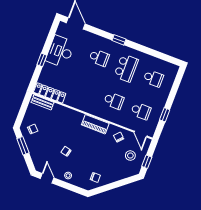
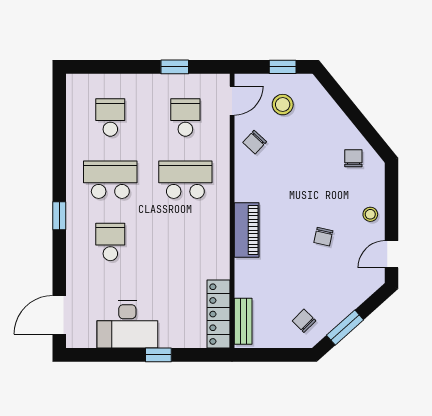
school desk: (114, 101) -> (185, 180), width x1.85
piano: (95, 124) -> (247, 230), moved

